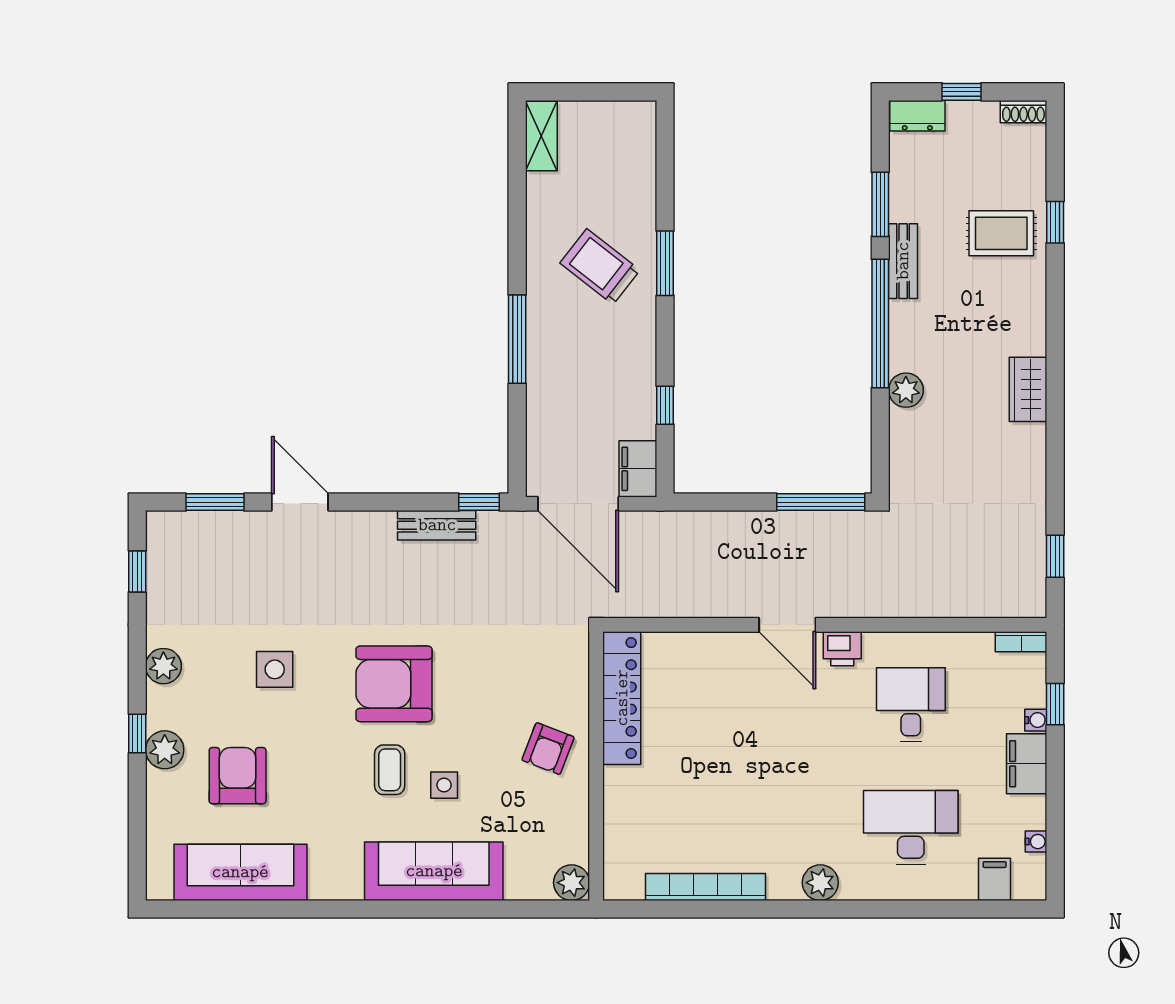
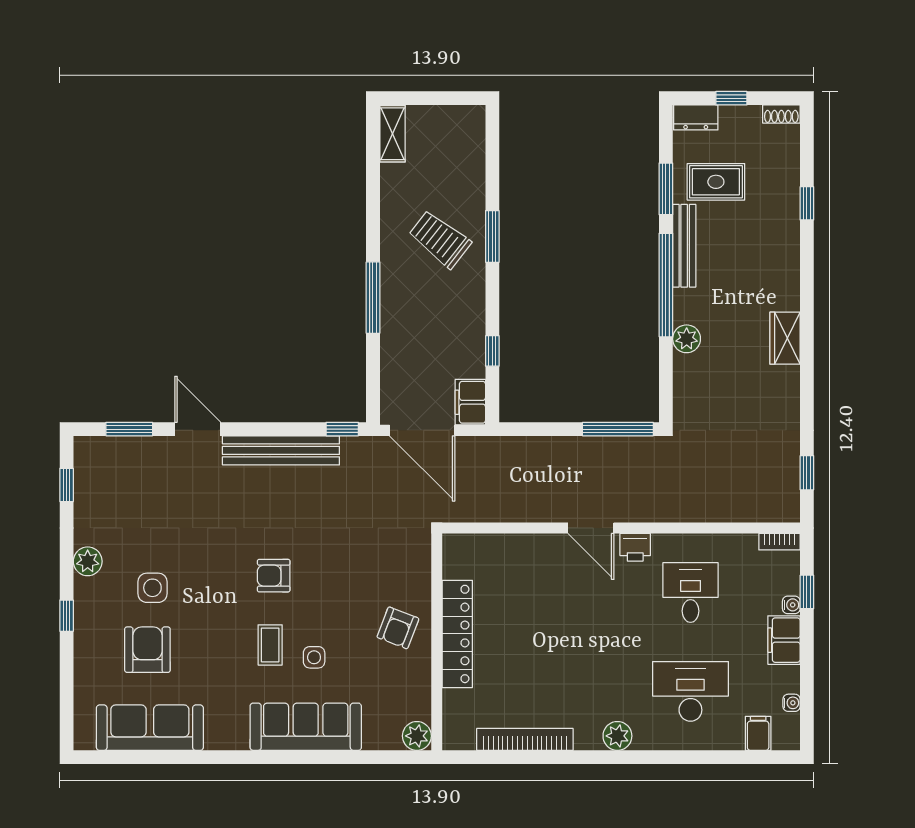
rug: (1001, 233) -> (716, 182), moved
bench: (903, 261) -> (684, 246), width x1.36
bench: (437, 525) -> (281, 450), width x1.86, depth x1.21
side table: (275, 669) -> (152, 588), moved
armchair: (394, 684) -> (274, 576), width x0.53, depth x0.53
locker: (622, 698) -> (457, 634), moved
plant: (165, 750) -> (89, 629), removed

